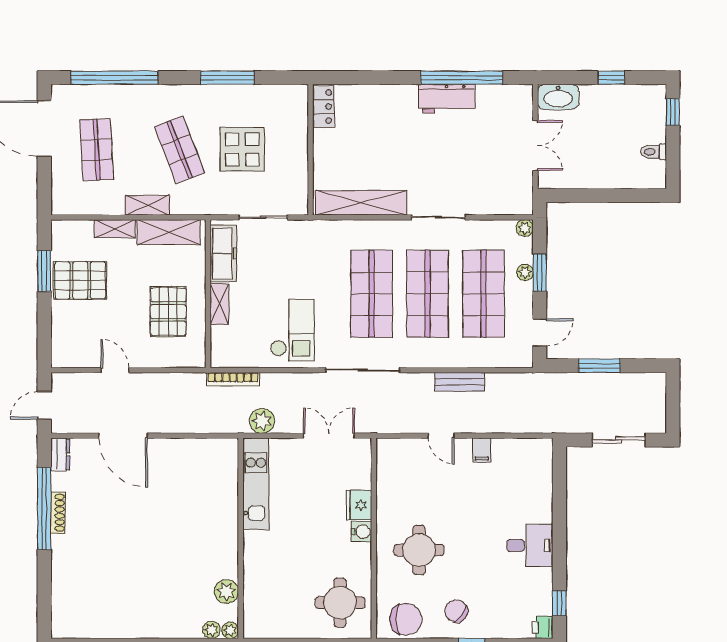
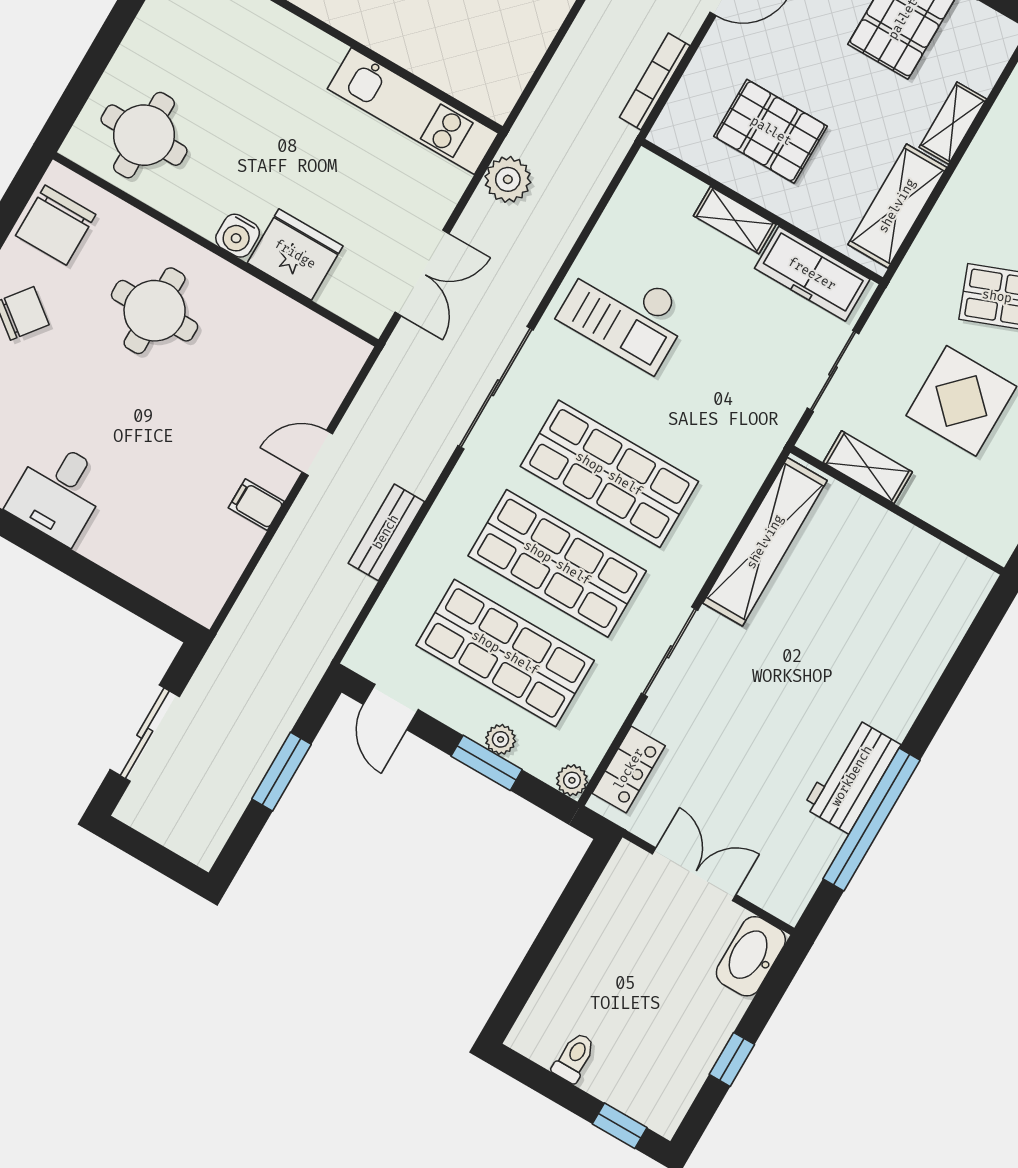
locker: (323, 107) -> (629, 769), moved, turned -90
double door: (535, 145) -> (694, 874), swing flipped
shelving: (147, 205) -> (868, 467), moved, turned 90
bookcase: (233, 379) -> (655, 81), moved
fridge: (359, 505) -> (295, 254), width x1.36, depth x1.34

